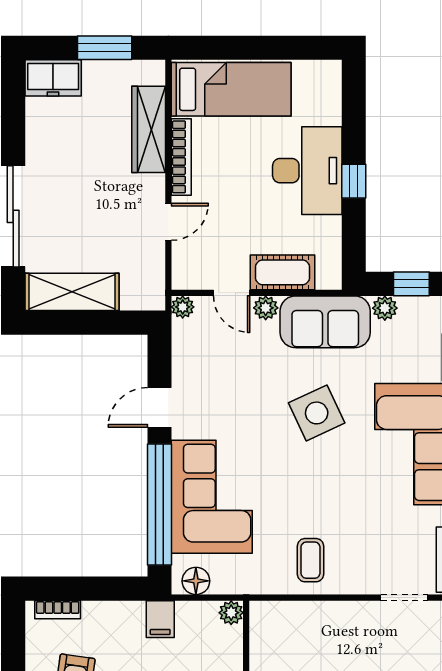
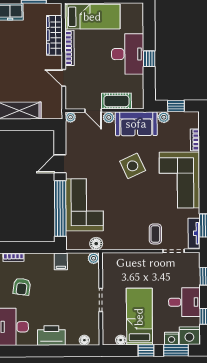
door: (168, 222) -> (64, 78), swing flipped
coffee table: (310, 560) -> (155, 234), moved
floor lamp: (196, 581) -> (96, 244), moved

